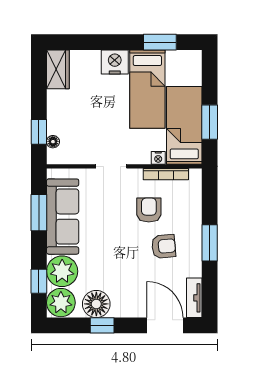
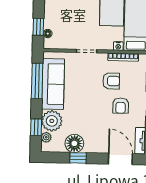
armchair: (149, 210) -> (111, 81), turned 90
window: (39, 213) -> (37, 81), width x1.44
armchair: (164, 246) -> (121, 106), turned 95
plant: (61, 303) -> (46, 137), width x0.53, depth x0.53

